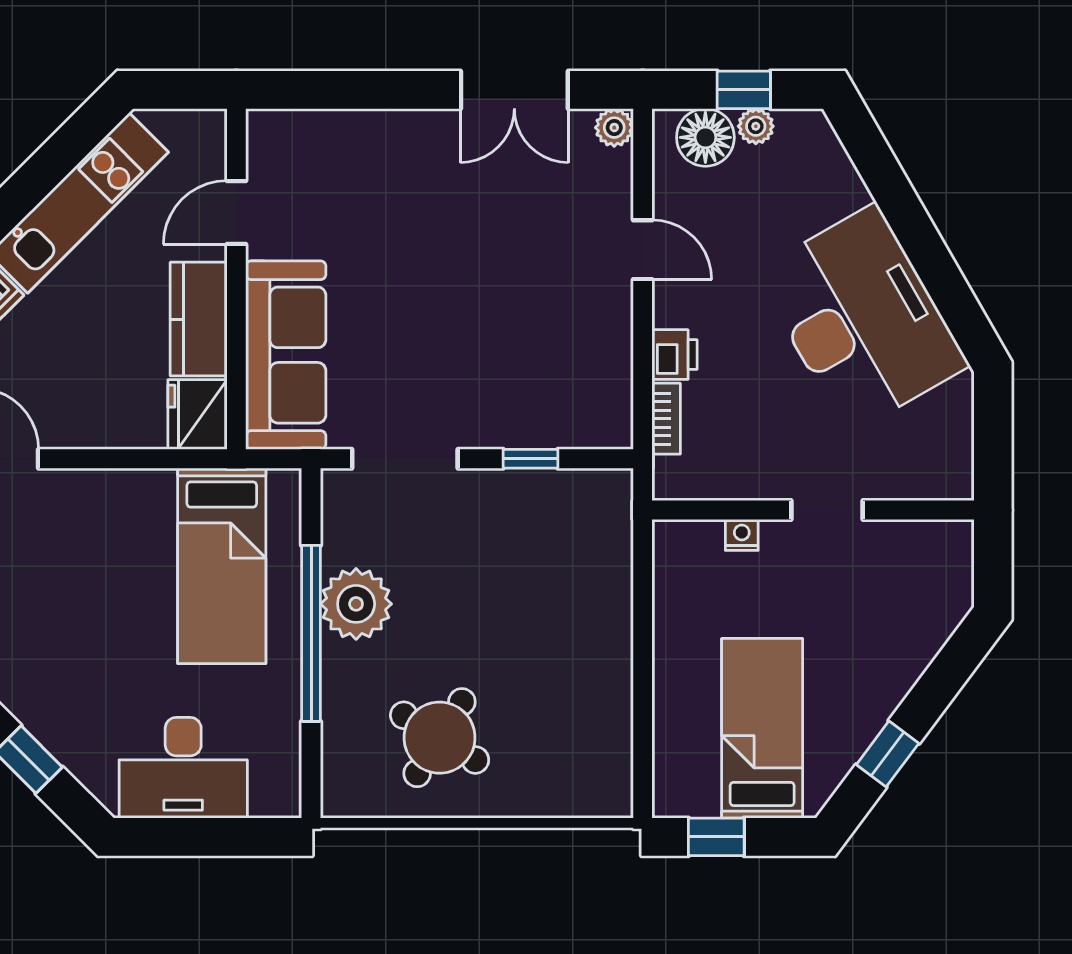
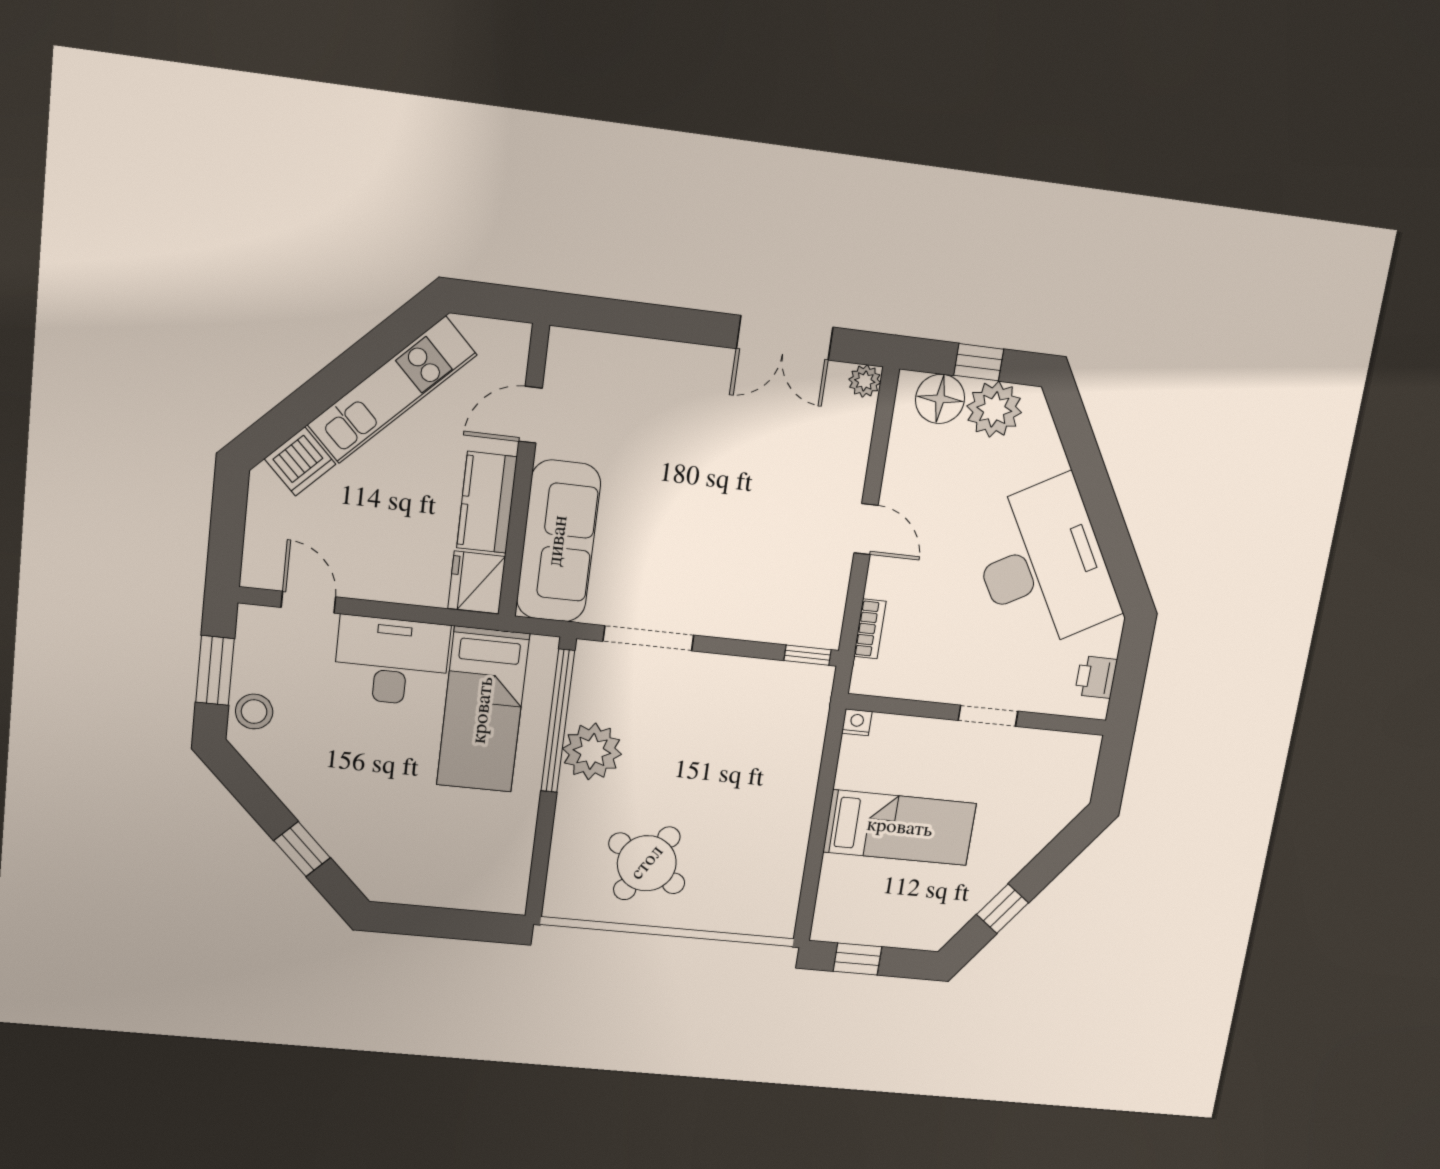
plant: (756, 126) -> (994, 409), width x1.88, depth x1.88
door: (643, 250) -> (866, 529), moved
printer: (675, 355) -> (1096, 677), moved, turned 180
window: (531, 459) -> (808, 655), moved
nightstand: (742, 535) -> (857, 722), moved
window: (311, 633) -> (558, 721), moved
bed: (762, 728) -> (900, 828), moved, turned 90
desk: (183, 768) -> (392, 661), moved, turned 180

